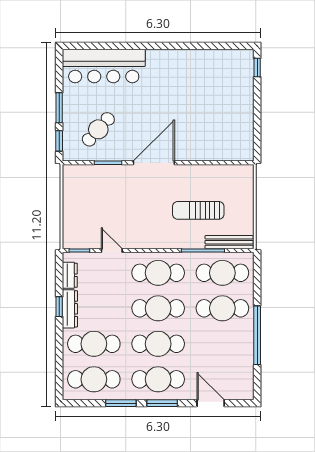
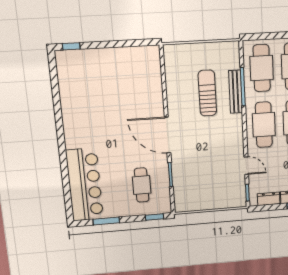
window: (59, 108) -> (106, 221), moved
cafe table: (98, 129) -> (142, 185), turned 48
sun lounger: (198, 210) -> (207, 93), turned 180
bench: (229, 242) -> (236, 92), moved
door: (112, 251) -> (246, 166), swing flipped

